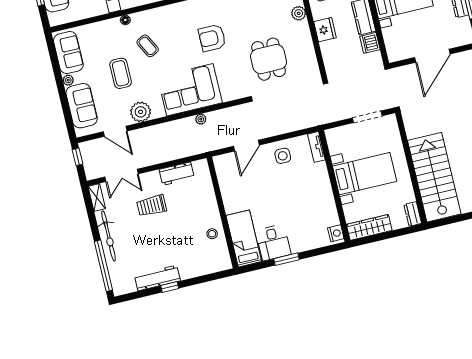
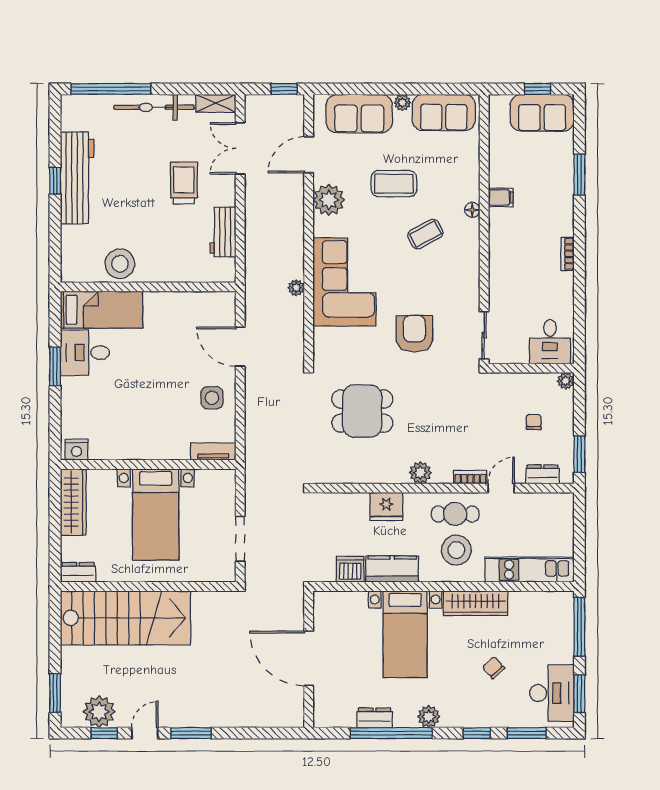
stool: (212, 234) -> (120, 264), width x1.89, depth x1.89
workbench: (157, 278) -> (77, 178), width x1.36, depth x1.32

